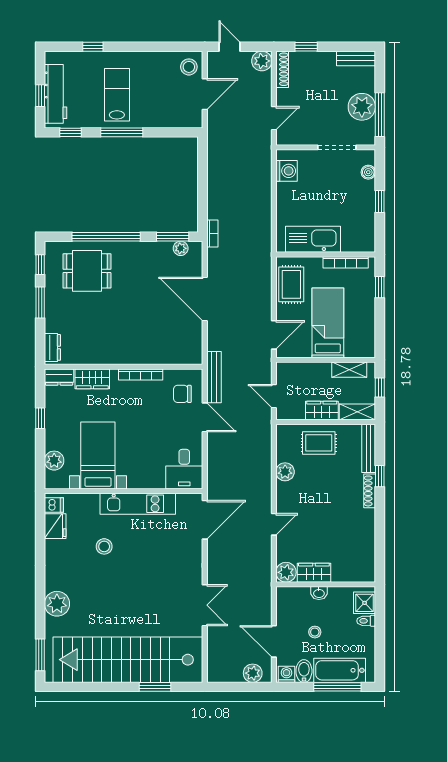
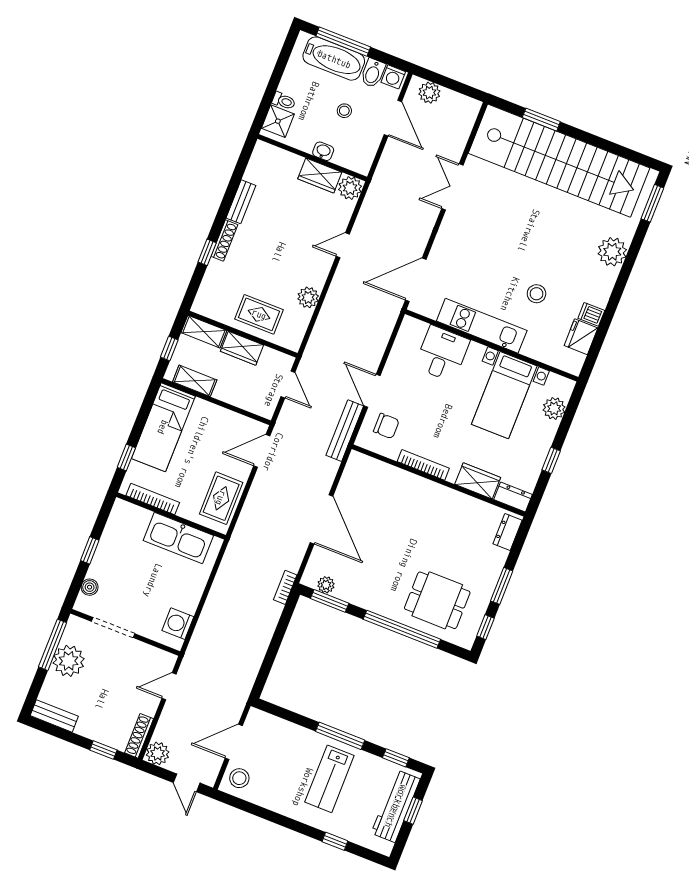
bed: (328, 323) -> (163, 427), moved
bench: (369, 448) -> (241, 202), moved, width x0.73
desk: (184, 469) -> (442, 354), moved
dishwasher: (54, 505) -> (591, 314), moved

